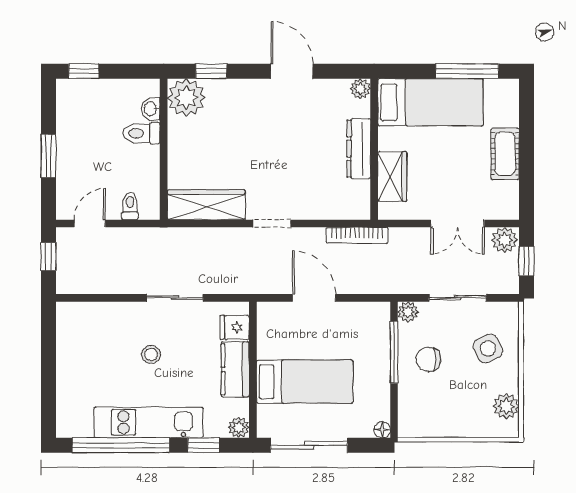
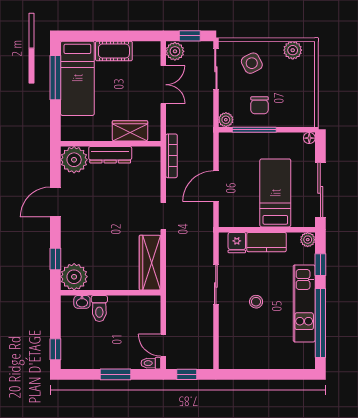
plant: (360, 89) -> (74, 160), width x1.88, depth x1.88
bed: (430, 102) -> (77, 78), moved, turned 180
toilet: (130, 206) -> (151, 363), moved
sliding door: (458, 298) -> (216, 69), moved

